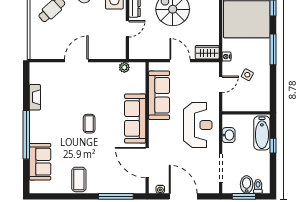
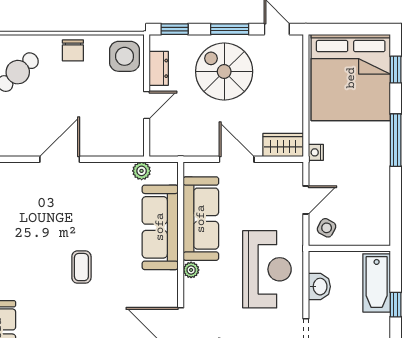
side table: (247, 75) -> (327, 228), moved
sofa: (135, 119) -> (160, 227), moved
plant: (153, 125) -> (191, 270), added

